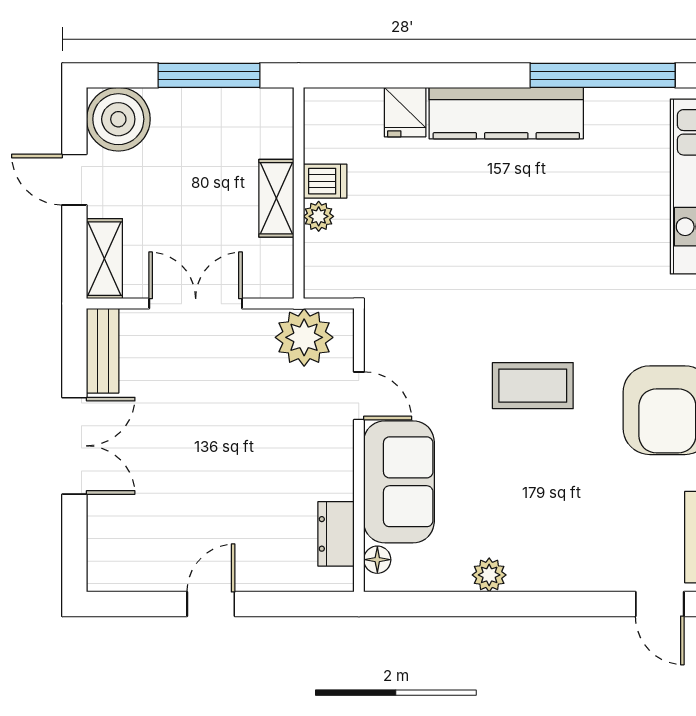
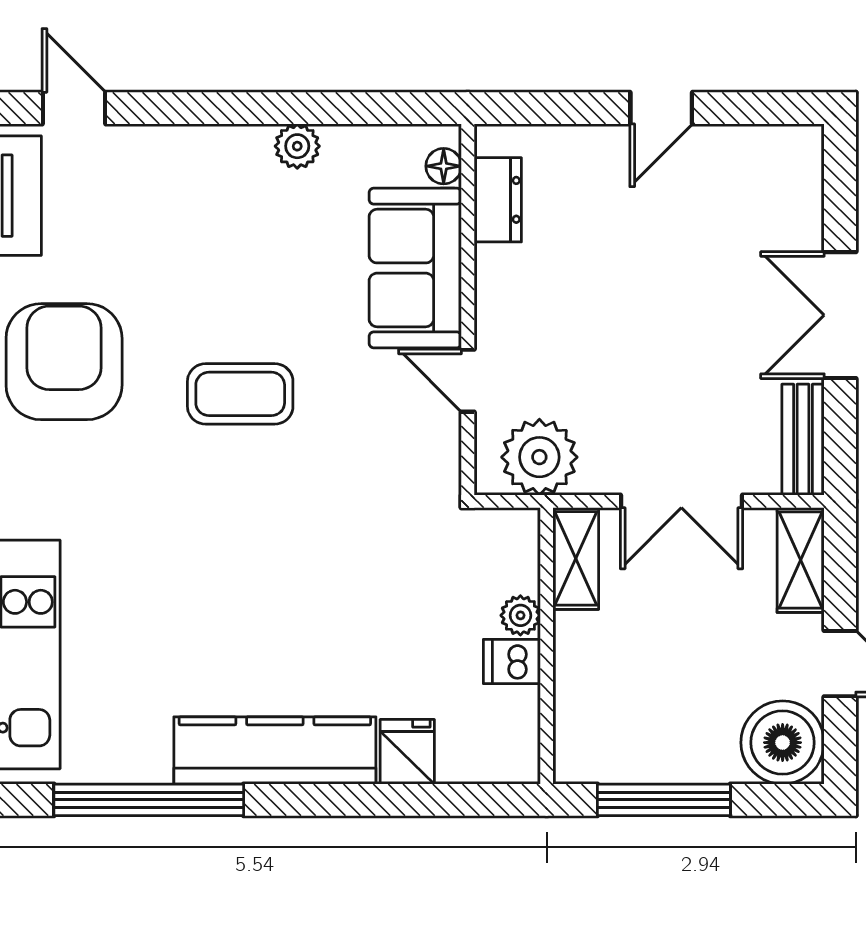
shelving: (276, 198) -> (576, 558), moved

